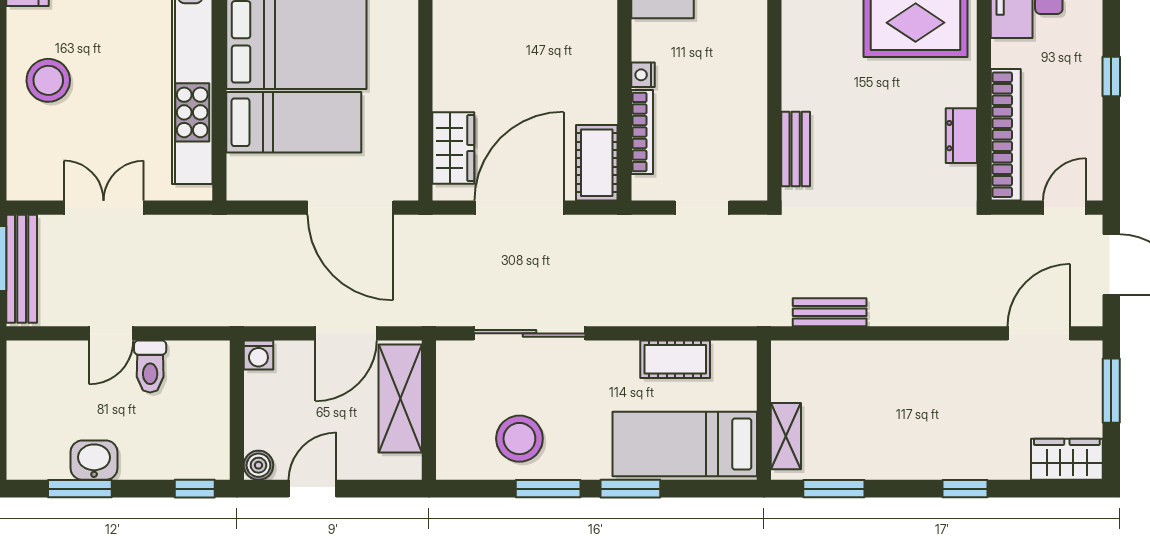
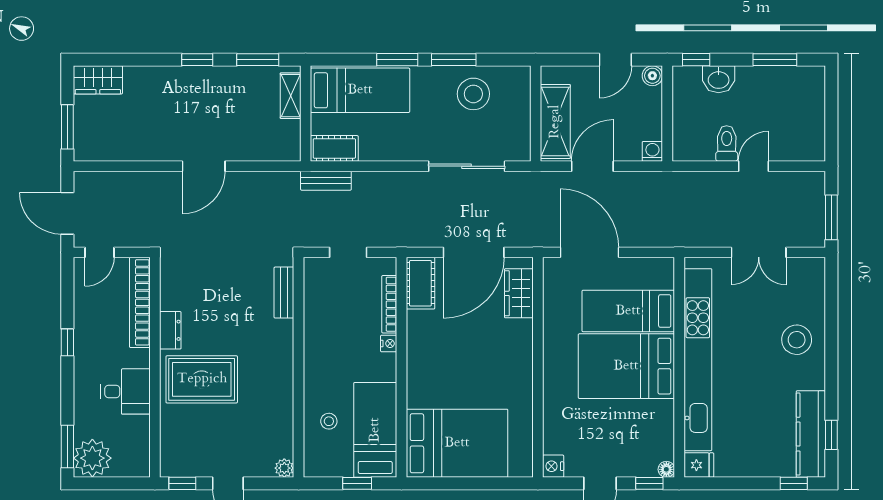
dresser: (961, 136) -> (170, 330), moved
bench: (22, 269) -> (815, 210), removed
bench: (830, 312) -> (326, 181), moved
door: (1039, 333) -> (204, 166), moved
cot: (675, 359) -> (334, 148), moved
washbasin: (94, 460) -> (719, 79), moved
window: (965, 489) -> (197, 60), moved

